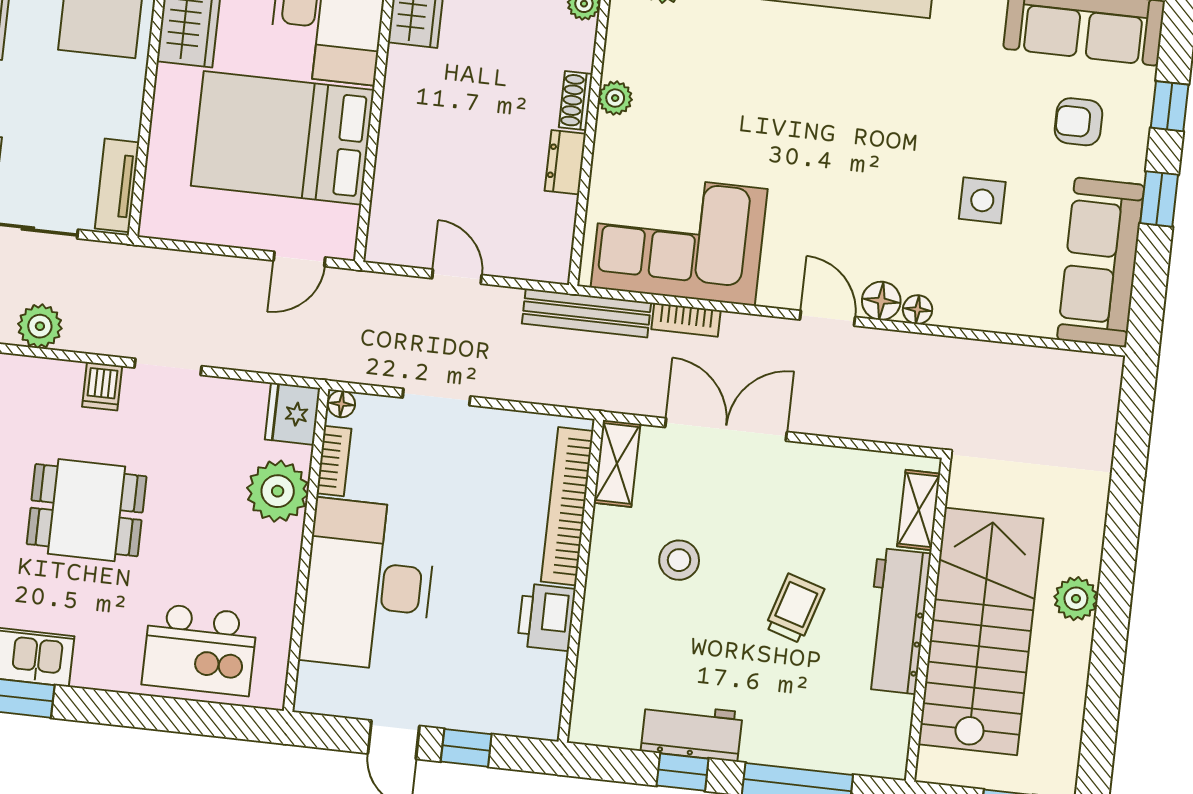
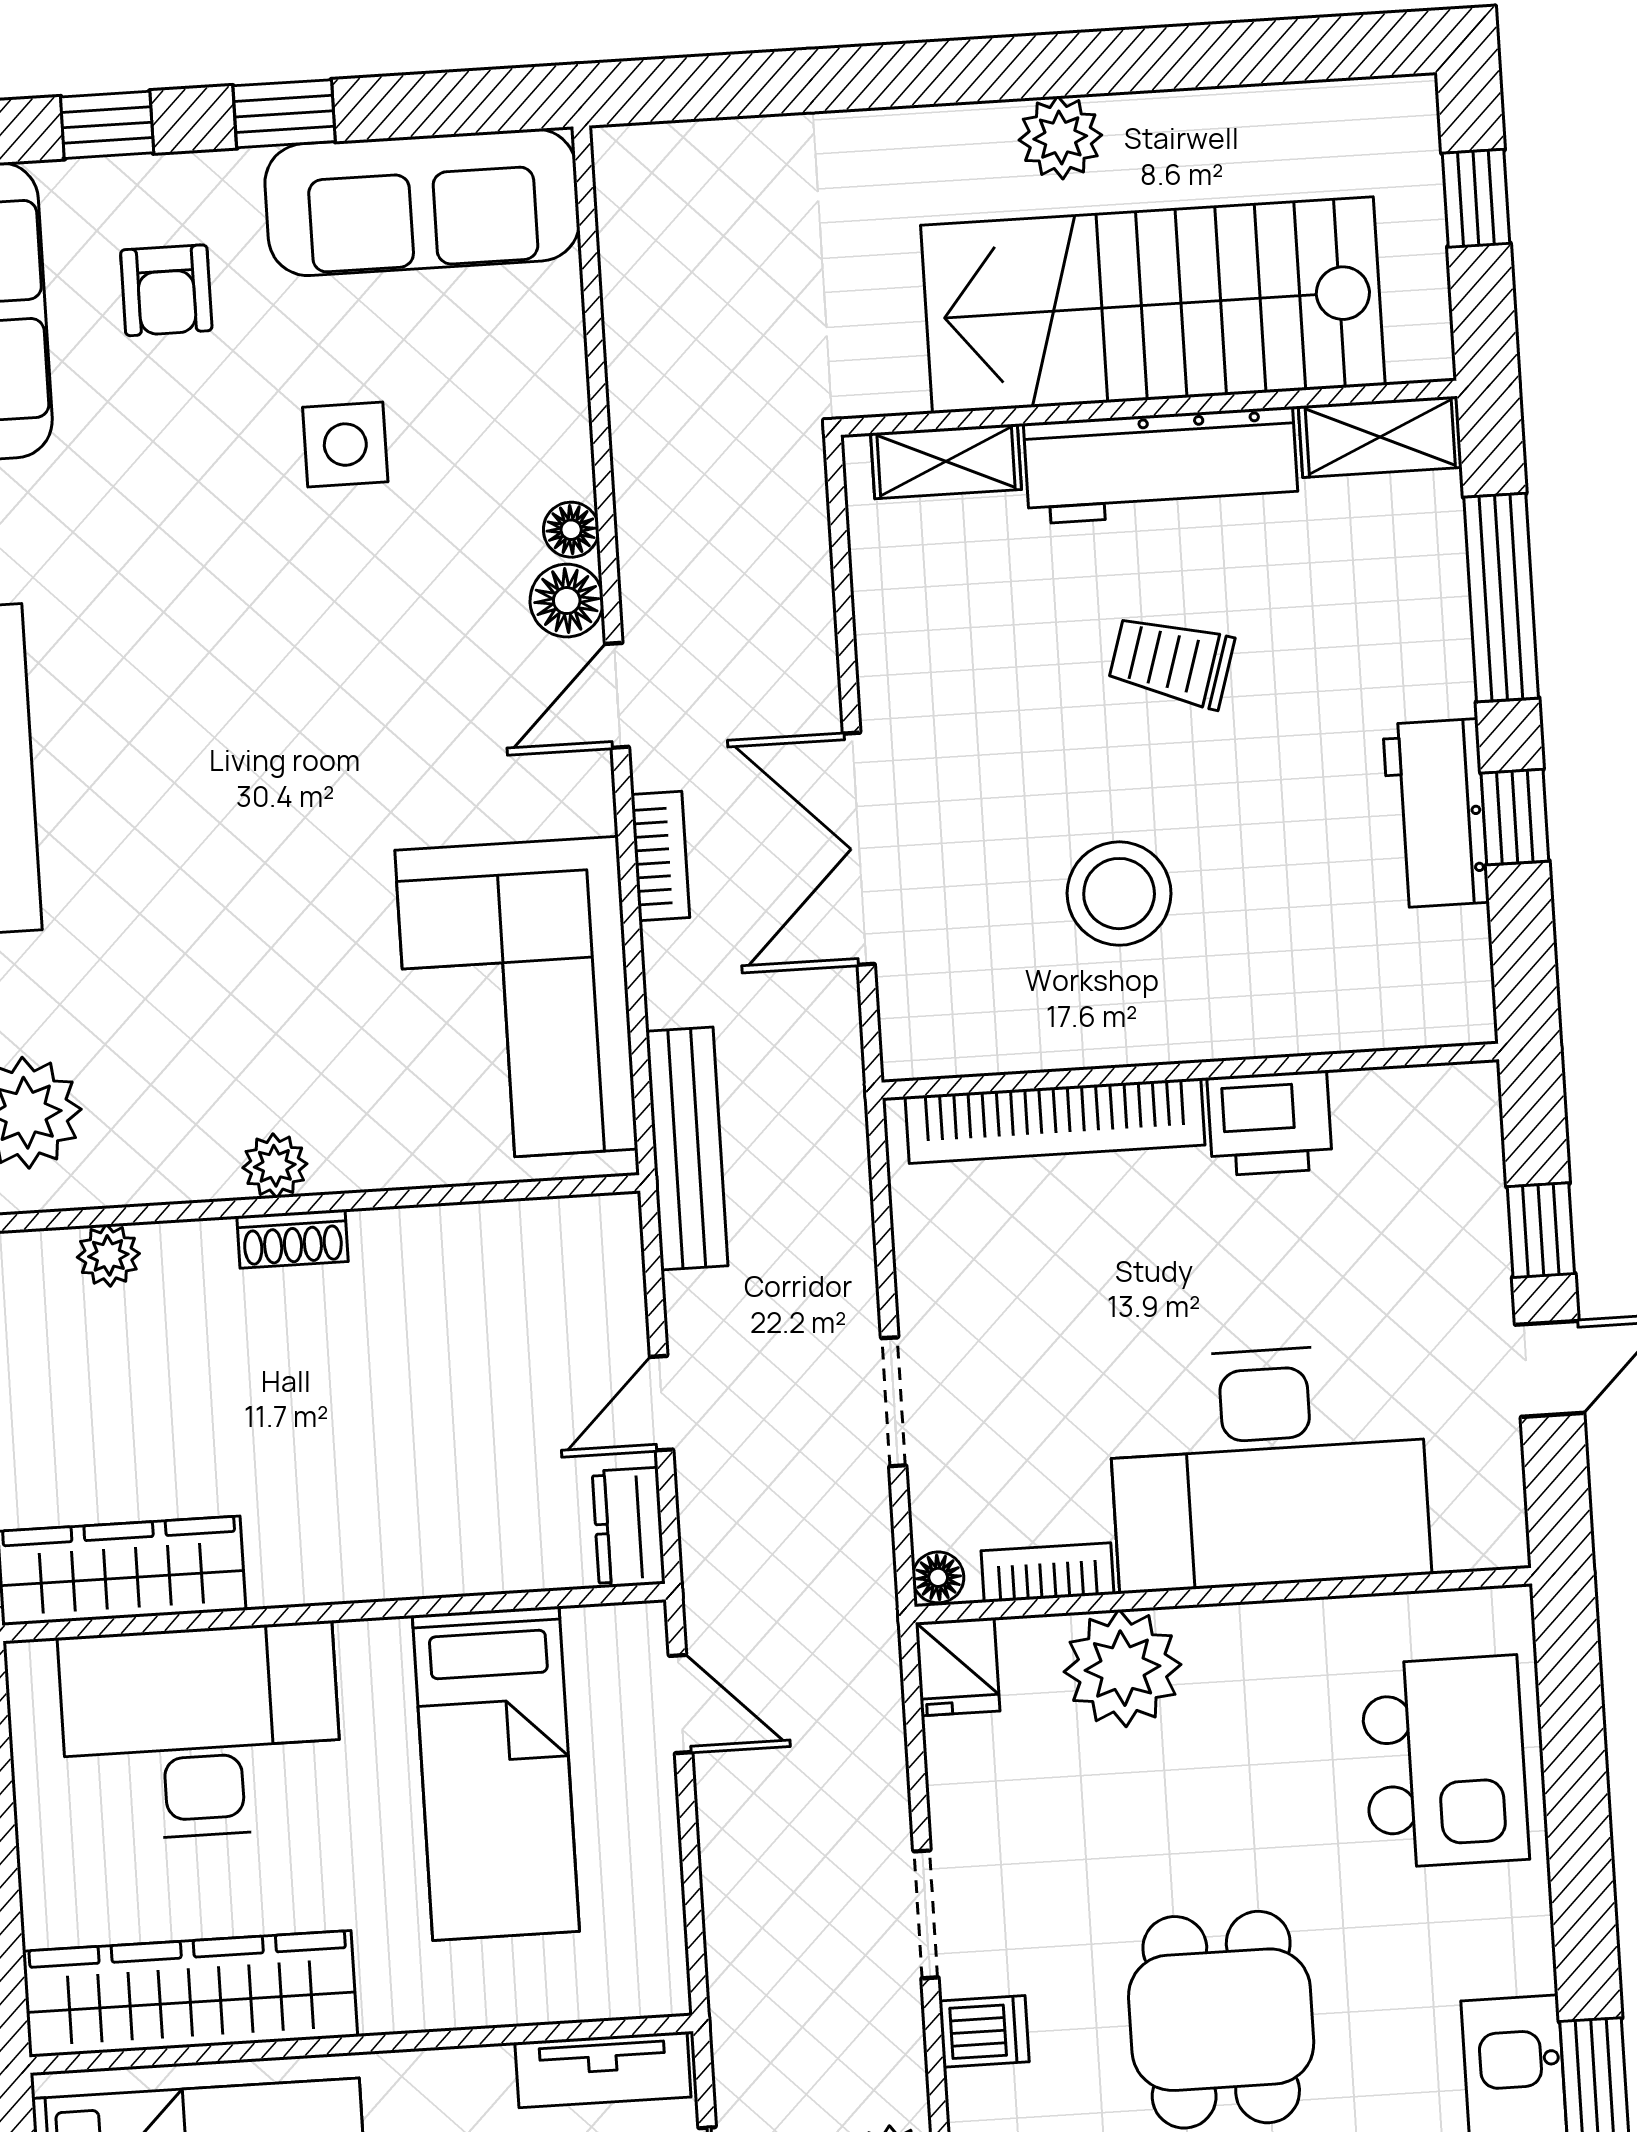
bed: (283, 138) -> (496, 1773), width x0.67
dresser: (565, 162) -> (629, 1528), moved, turned 90
bookcase: (686, 320) -> (660, 856), moved
fridge: (293, 414) -> (958, 1667), width x0.72
shelving: (617, 463) -> (1380, 437), moved
stool: (679, 560) -> (1119, 894), width x1.38, depth x1.38

